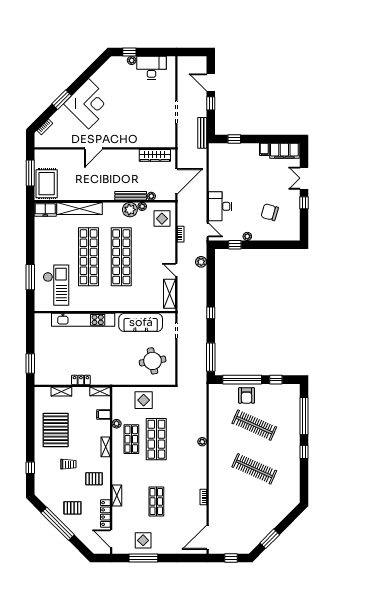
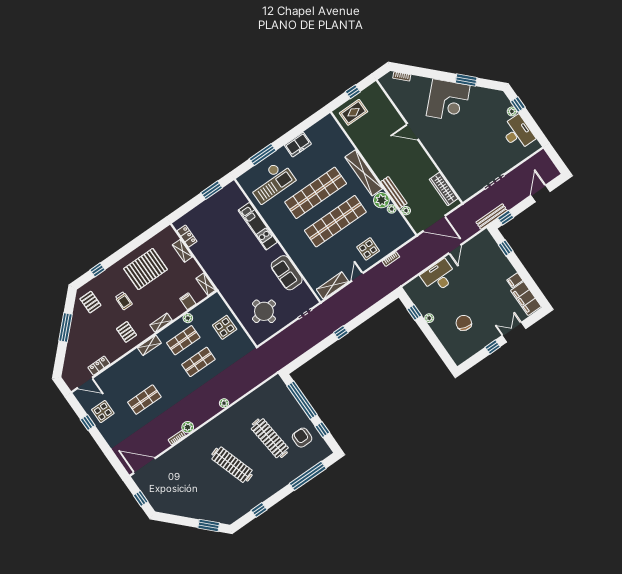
window: (62, 100) -> (466, 80), moved
window: (211, 103) -> (506, 218), moved
window: (30, 173) -> (353, 92), width x0.46
rug: (47, 184) -> (354, 112), width x0.73, depth x0.70
shelving: (80, 208) -> (364, 173), moved
freezer: (45, 209) -> (298, 145), moved, turned -90
display table: (162, 219) -> (368, 249), moved
door: (208, 230) -> (455, 249), moved
plant: (201, 262) -> (188, 427), moved
kitchen unit: (83, 320) -> (258, 226), width x0.73
sofa: (141, 322) -> (287, 273), width x0.73
window: (211, 357) -> (302, 359), removed
window: (30, 364) -> (212, 190), moved
locker: (81, 380) -> (187, 236), moved
armchair: (247, 395) -> (302, 438), moved, turned 90
clothes rail: (254, 425) -> (270, 438), turned -30
shop shelf: (156, 439) -> (198, 362), width x0.70, depth x0.74
window: (304, 452) -> (259, 510), moved
clothes rail: (254, 469) -> (232, 465), turned -42
shelving: (117, 496) -> (149, 345), moved
pallet: (72, 508) -> (90, 302), moved
locker: (105, 513) -> (99, 366), width x0.66
window: (58, 524) -> (66, 328), width x0.68
door: (111, 539) -> (85, 383), swing flipped
window: (270, 539) -> (209, 525), moved
window: (143, 558) -> (88, 423), width x0.46

